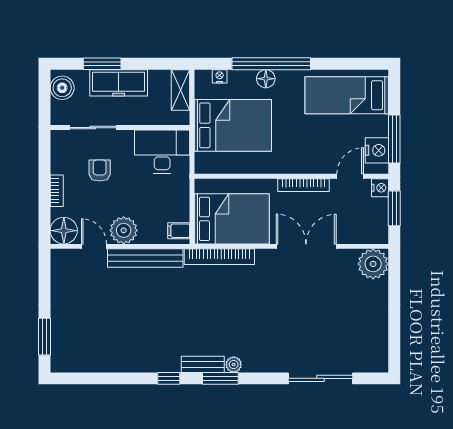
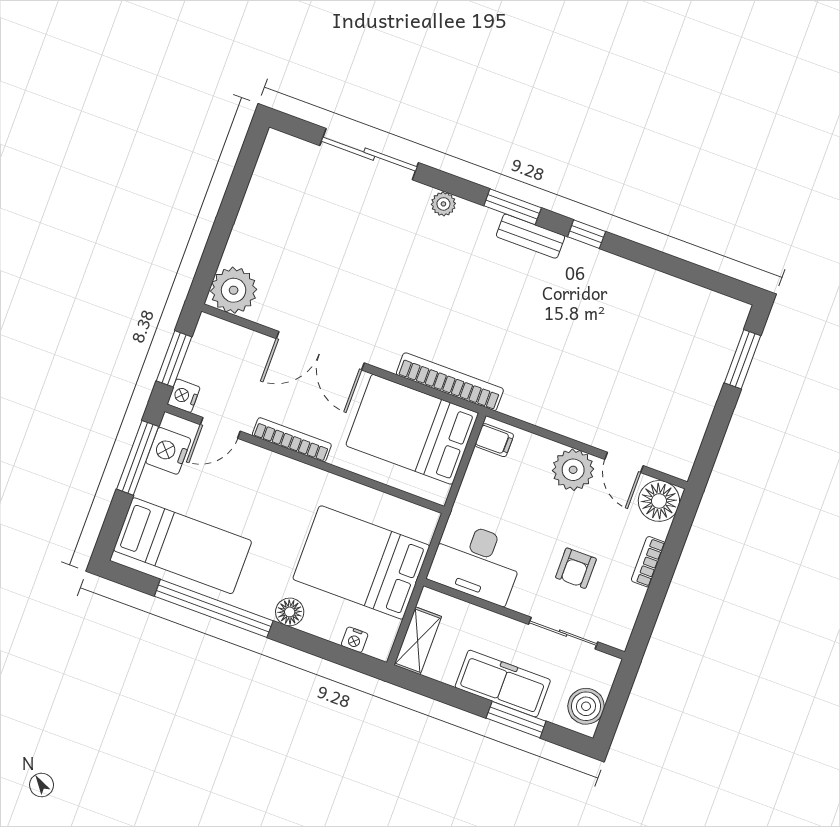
window: (271, 64) -> (214, 608), moved
bench: (145, 258) -> (557, 419), removed
plant: (234, 364) -> (443, 204), moved

